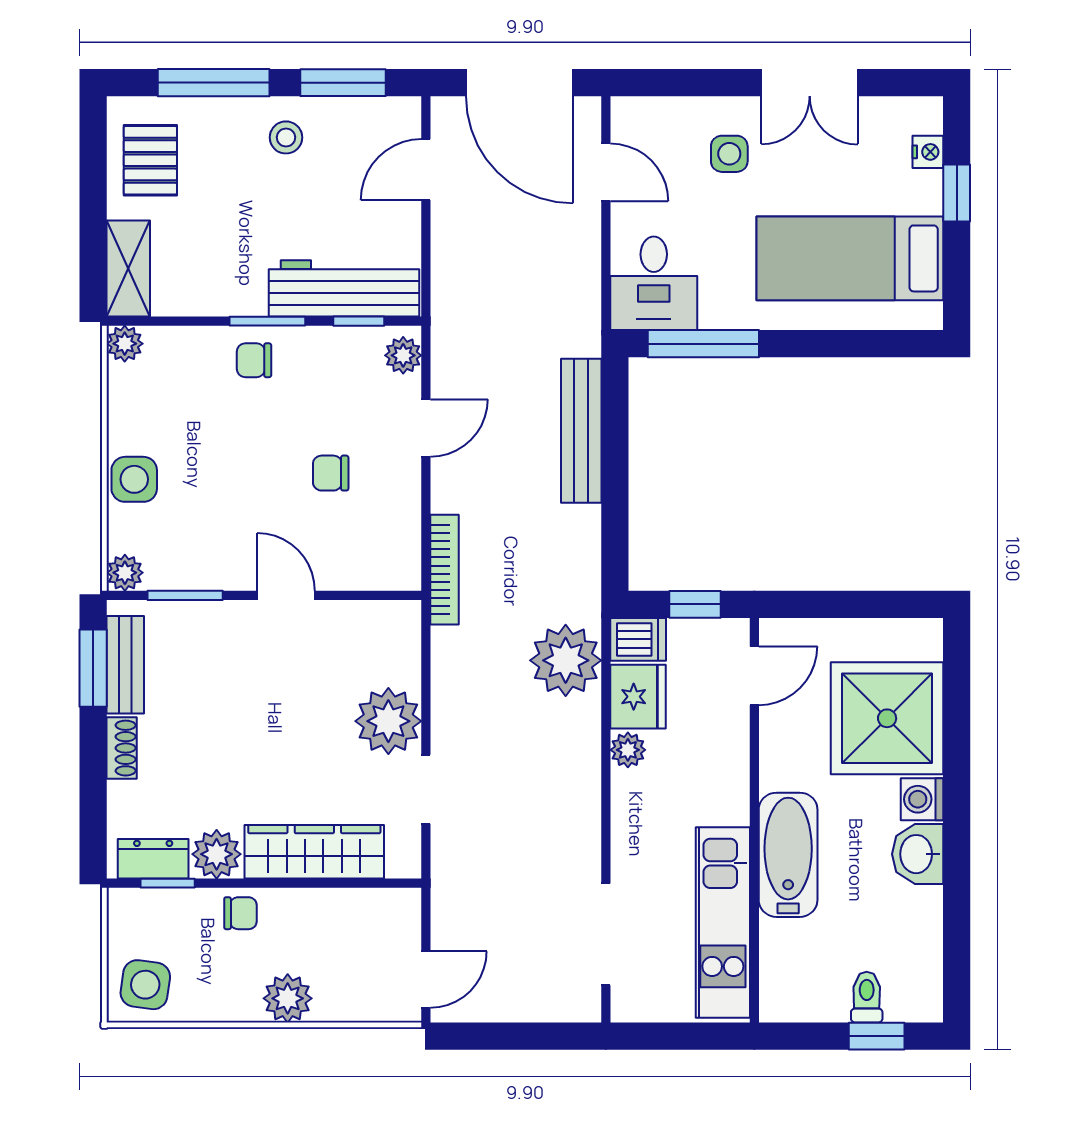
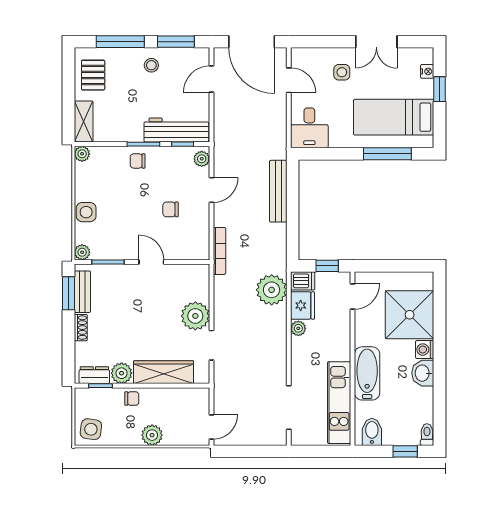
window: (703, 344) -> (387, 154), moved
bidet: (799, 991) -> (372, 432), added
toilet: (867, 997) -> (427, 435), moved

